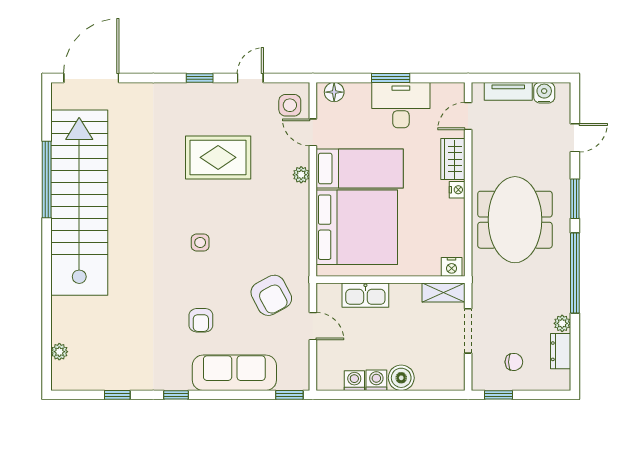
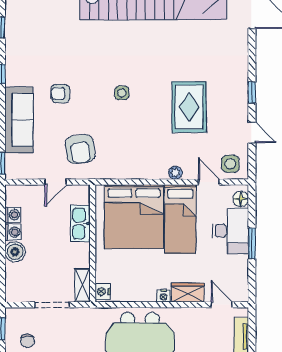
desk: (401, 105) -> (230, 231), moved
door: (313, 132) -> (209, 182), hinge flipped
armchair: (271, 295) -> (80, 149), turned -69

